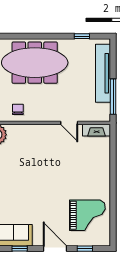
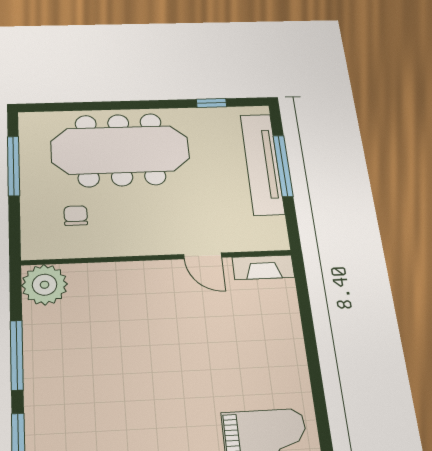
window: (113, 97) -> (283, 166), moved
chair: (18, 109) -> (76, 216), moved

